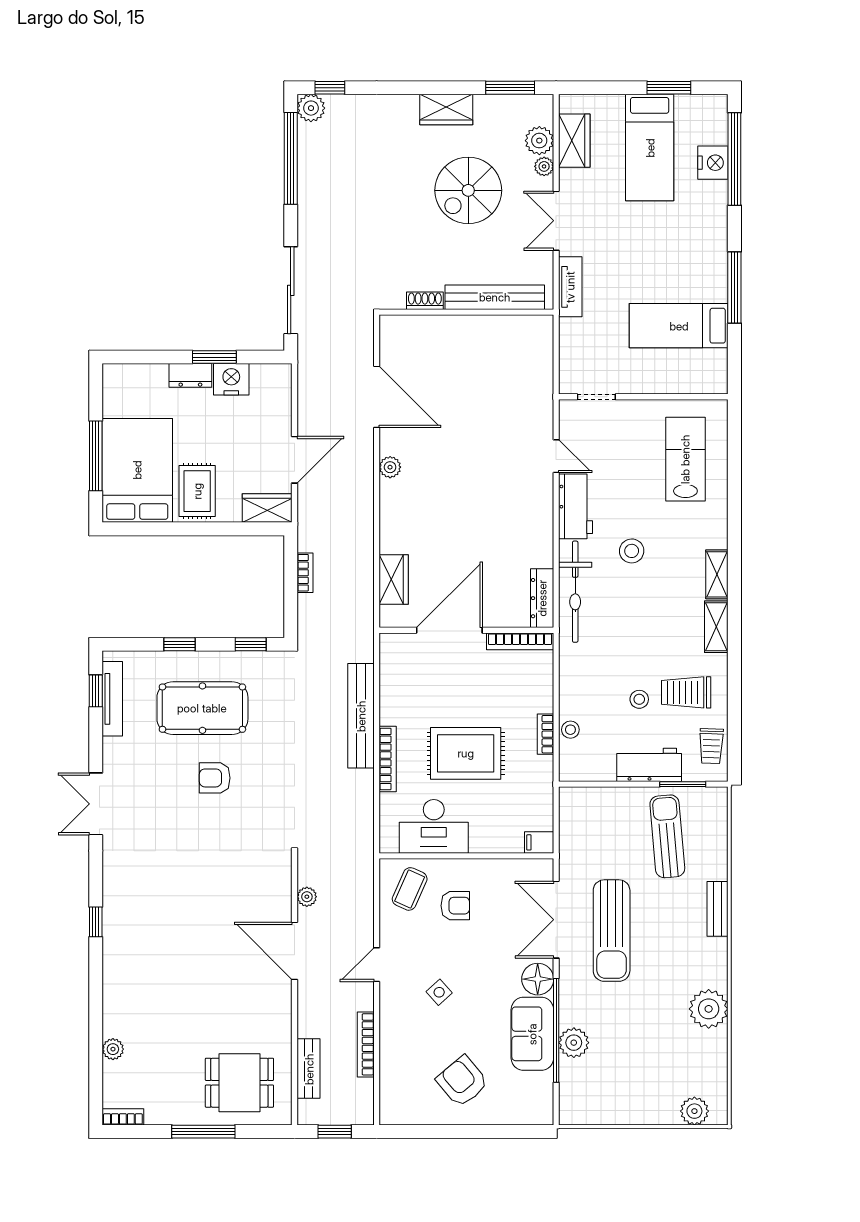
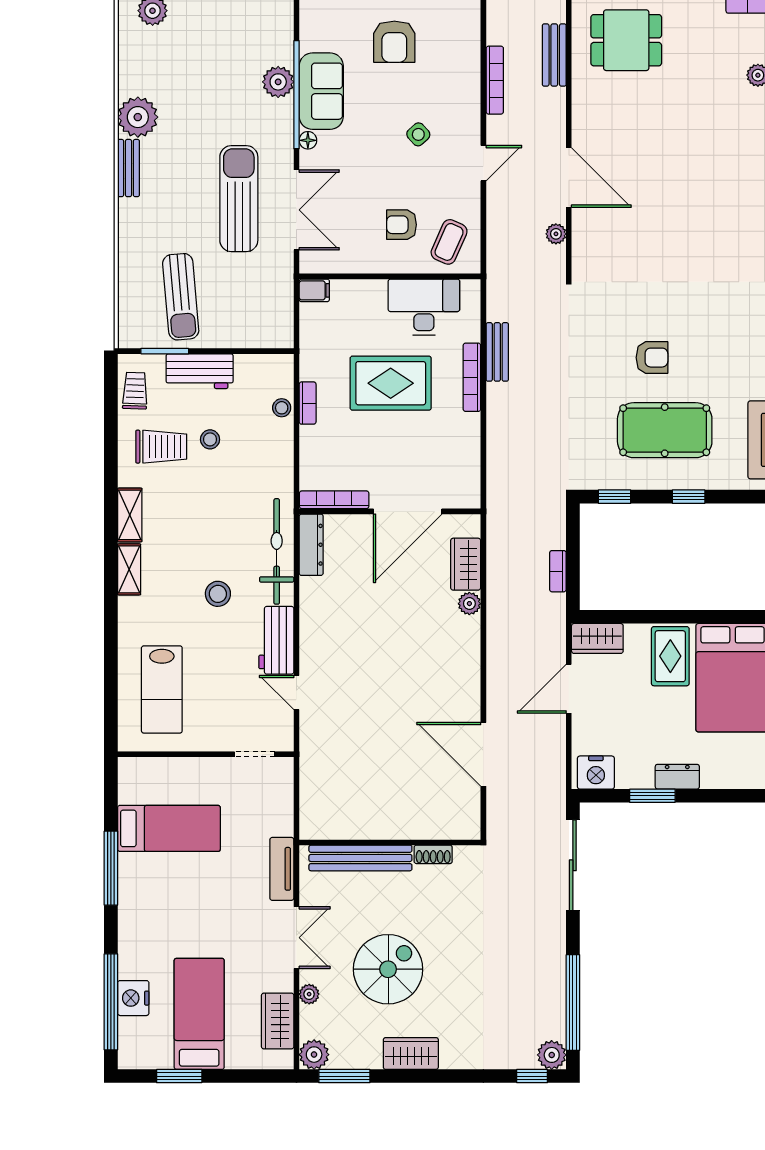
plant: (539, 141) -> (314, 1055), moved
nightstand: (231, 379) -> (596, 773), moved
plant: (390, 467) -> (469, 604), moved
bench: (361, 716) -> (497, 352), moved, width x0.54, depth x0.82
bench: (718, 909) -> (128, 168), moved
floor lamp: (538, 979) -> (308, 140), width x0.53, depth x0.53
armchair: (462, 1081) -> (394, 42), turned 40

